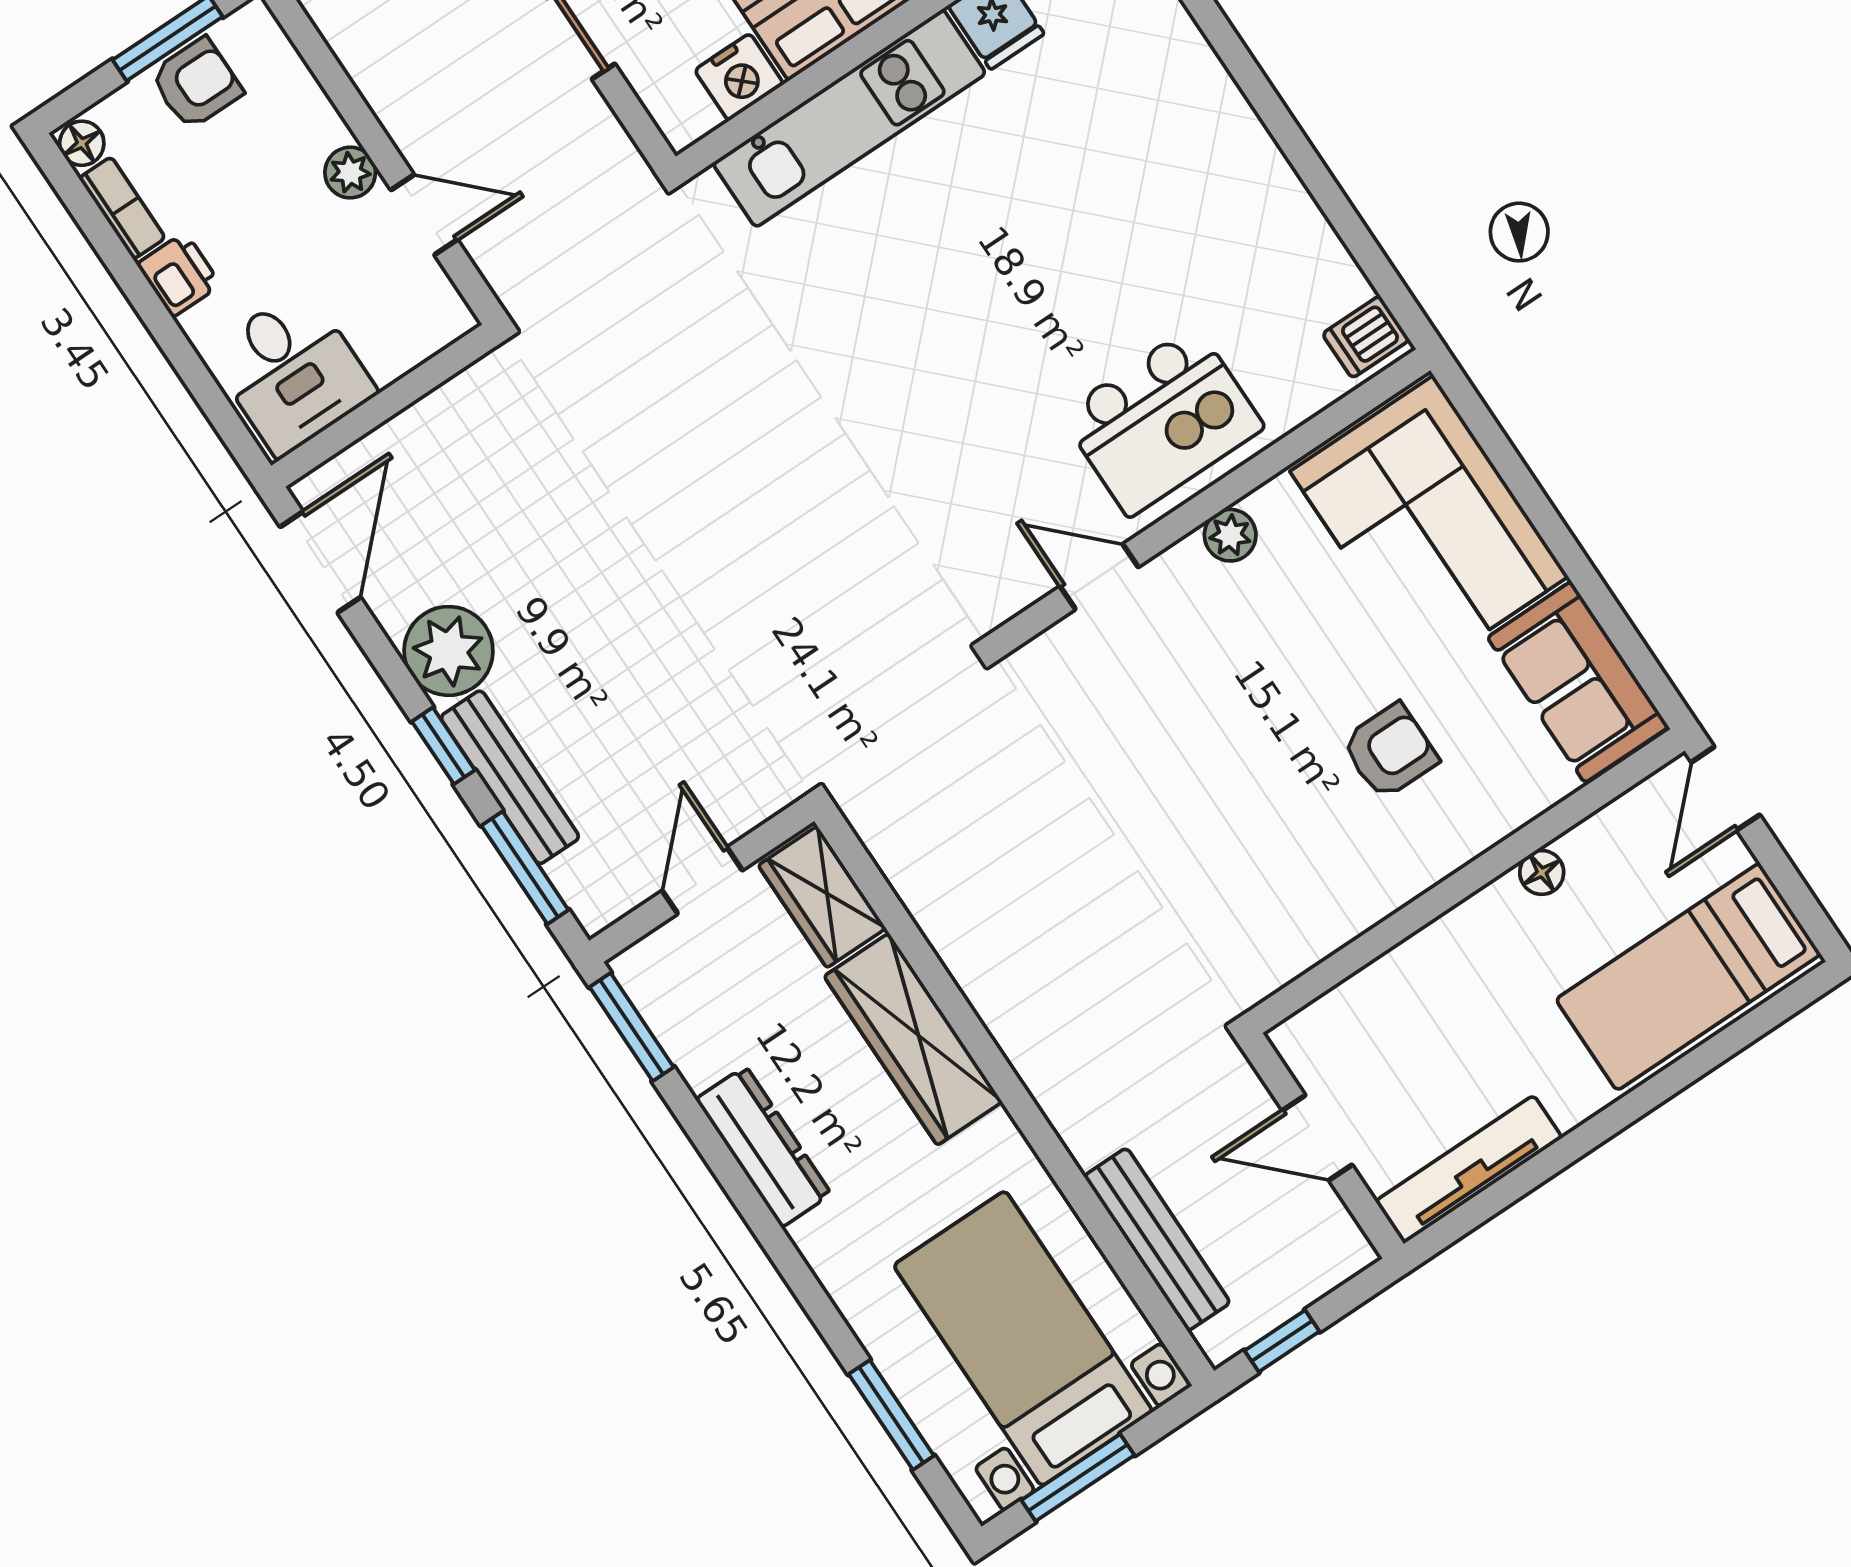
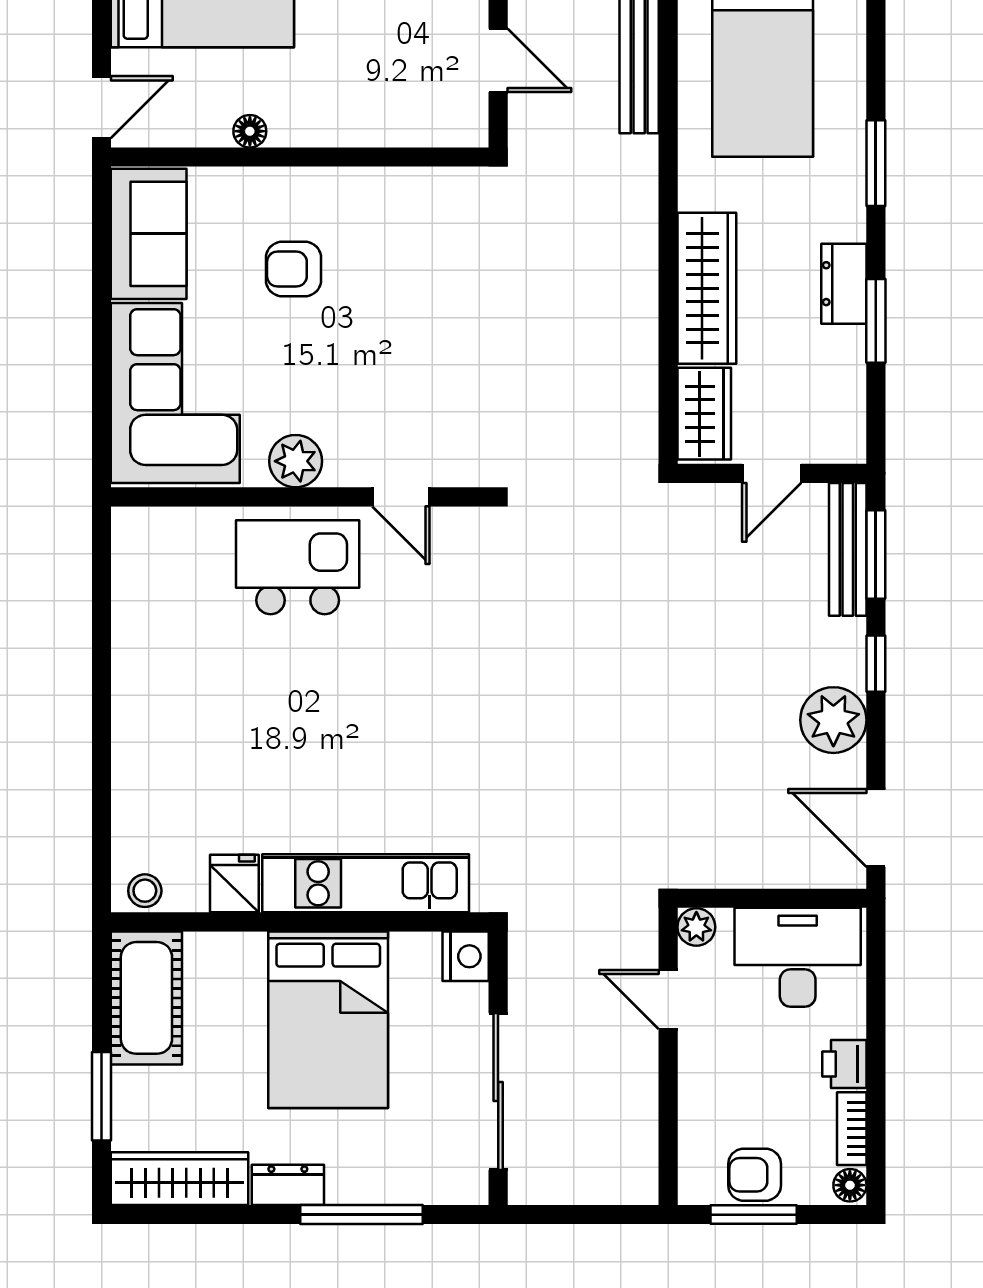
nightstand: (739, 77) -> (466, 956), moved, turned 90
plant: (350, 173) -> (696, 927), moved
dishwasher: (1366, 337) -> (137, 535), removed
desk: (292, 372) -> (798, 957), width x1.37
plant: (1230, 535) -> (296, 461), width x1.38, depth x1.38
door: (320, 562) -> (876, 828), hinge flipped
bench: (510, 777) -> (848, 549), moved
window: (632, 1027) -> (876, 321), moved
dresser: (763, 1147) -> (844, 284), width x0.70
window: (891, 1415) -> (876, 163), moved

